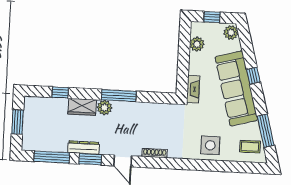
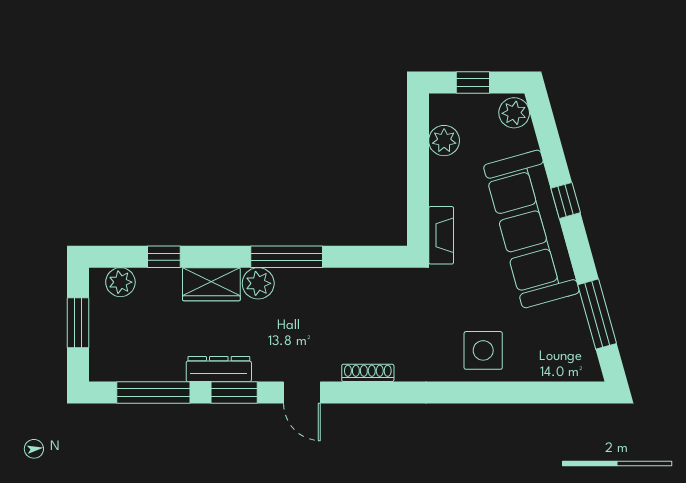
plant: (39, 104) -> (120, 282), added
coffee table: (250, 147) -> (566, 349), removed

